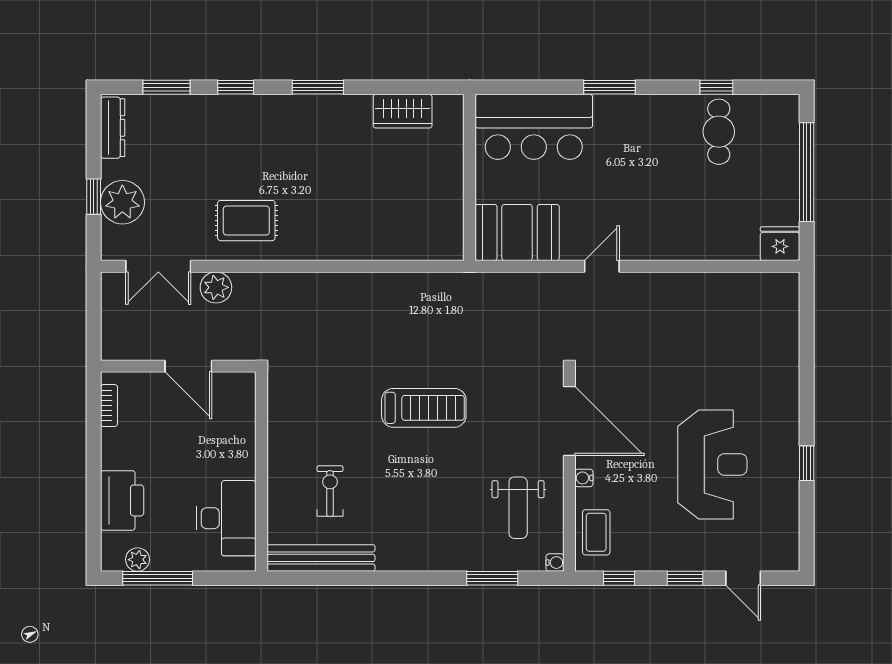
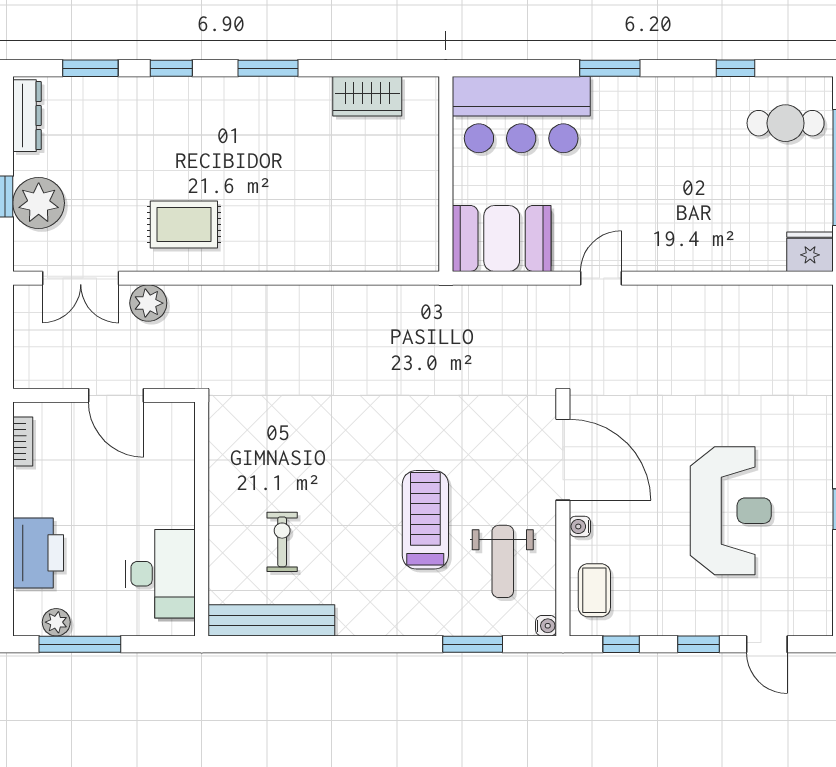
cafe table: (719, 132) -> (786, 123), moved, turned 90
treadmill: (424, 408) -> (425, 520), moved, turned -90

